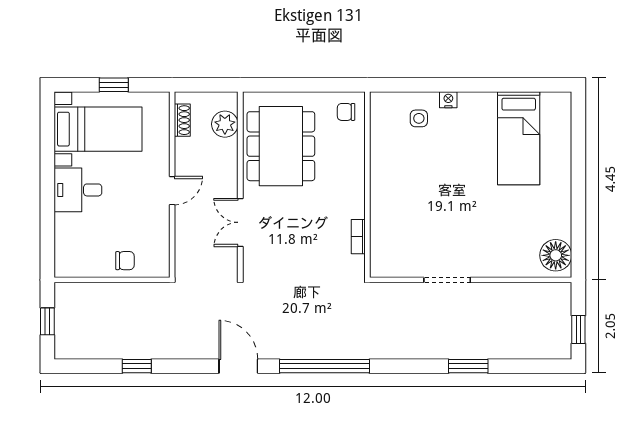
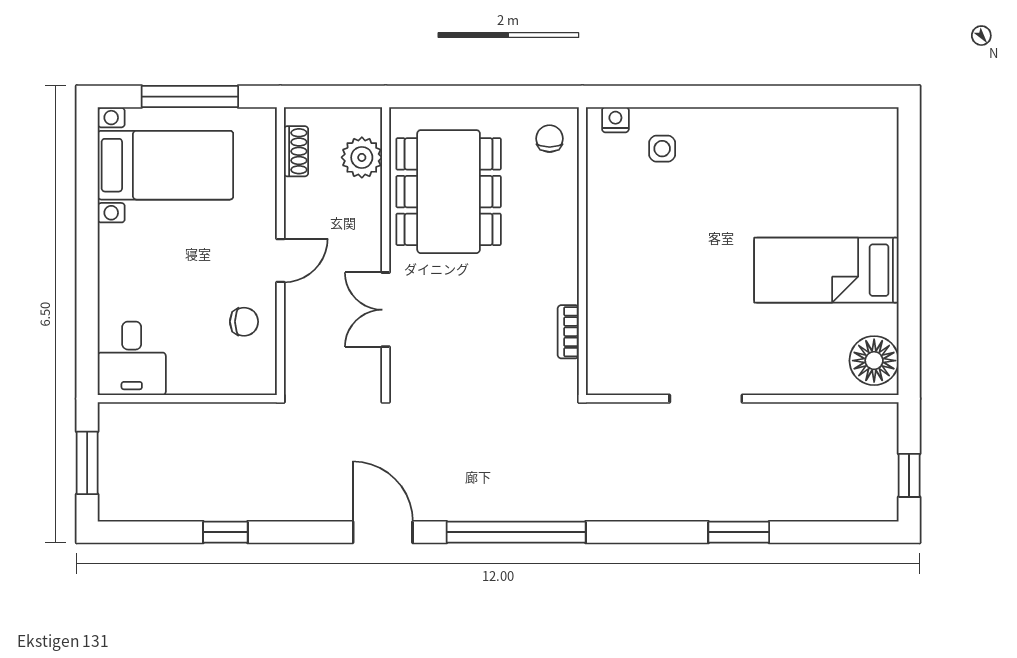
window: (114, 85) -> (190, 97), width x2.17
nightstand: (448, 100) -> (615, 120), moved
chair: (346, 112) -> (550, 139), turned 90
bed: (519, 138) -> (826, 270), moved, turned 90
desk: (78, 190) -> (132, 358), moved, turned -90
chair: (125, 261) -> (244, 322), moved
window: (47, 321) -> (87, 463), width x1.50

